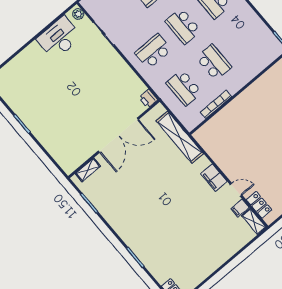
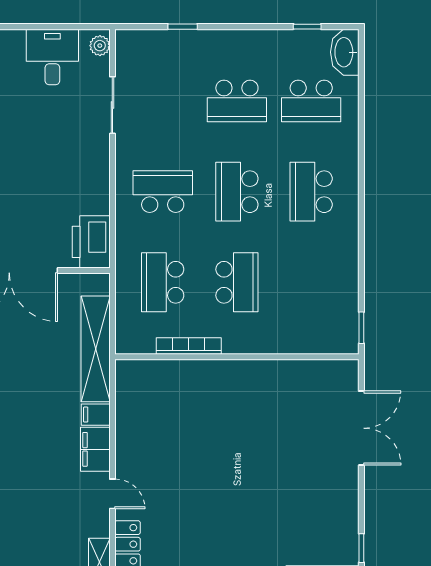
desk: (59, 38) -> (52, 57), width x0.73
printer: (148, 99) -> (91, 242), width x1.87, depth x1.48
filing cabinet: (240, 208) -> (96, 415), moved

